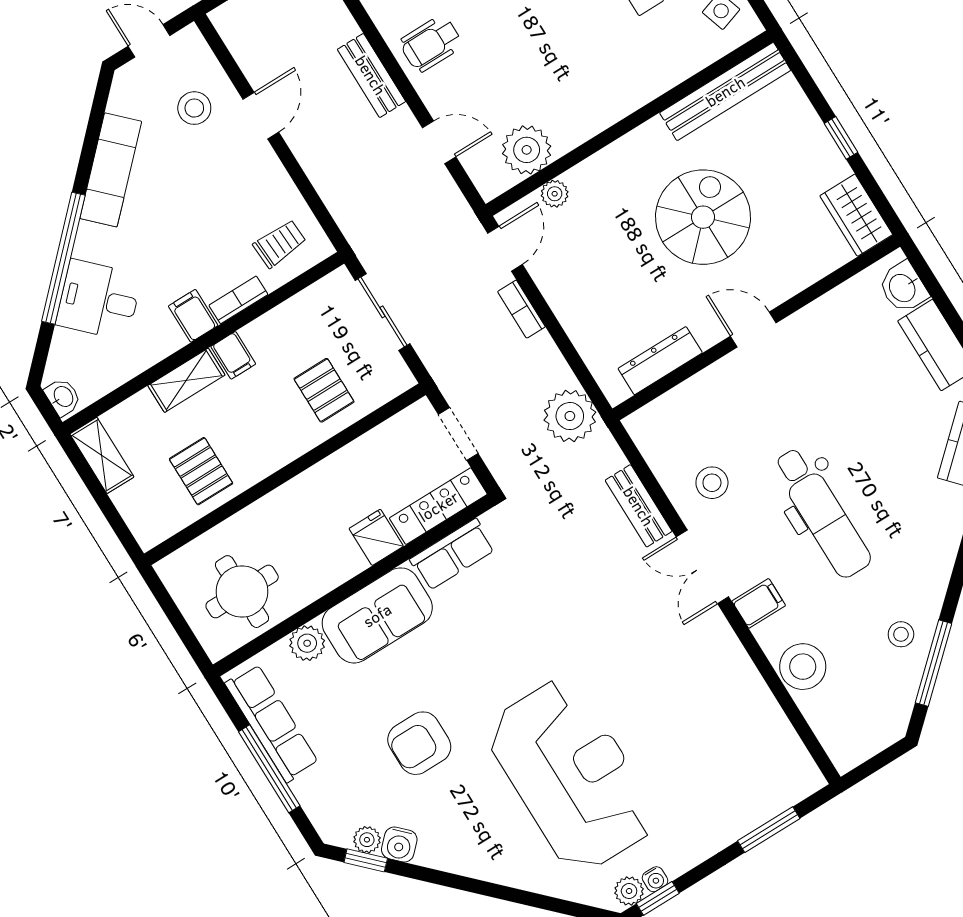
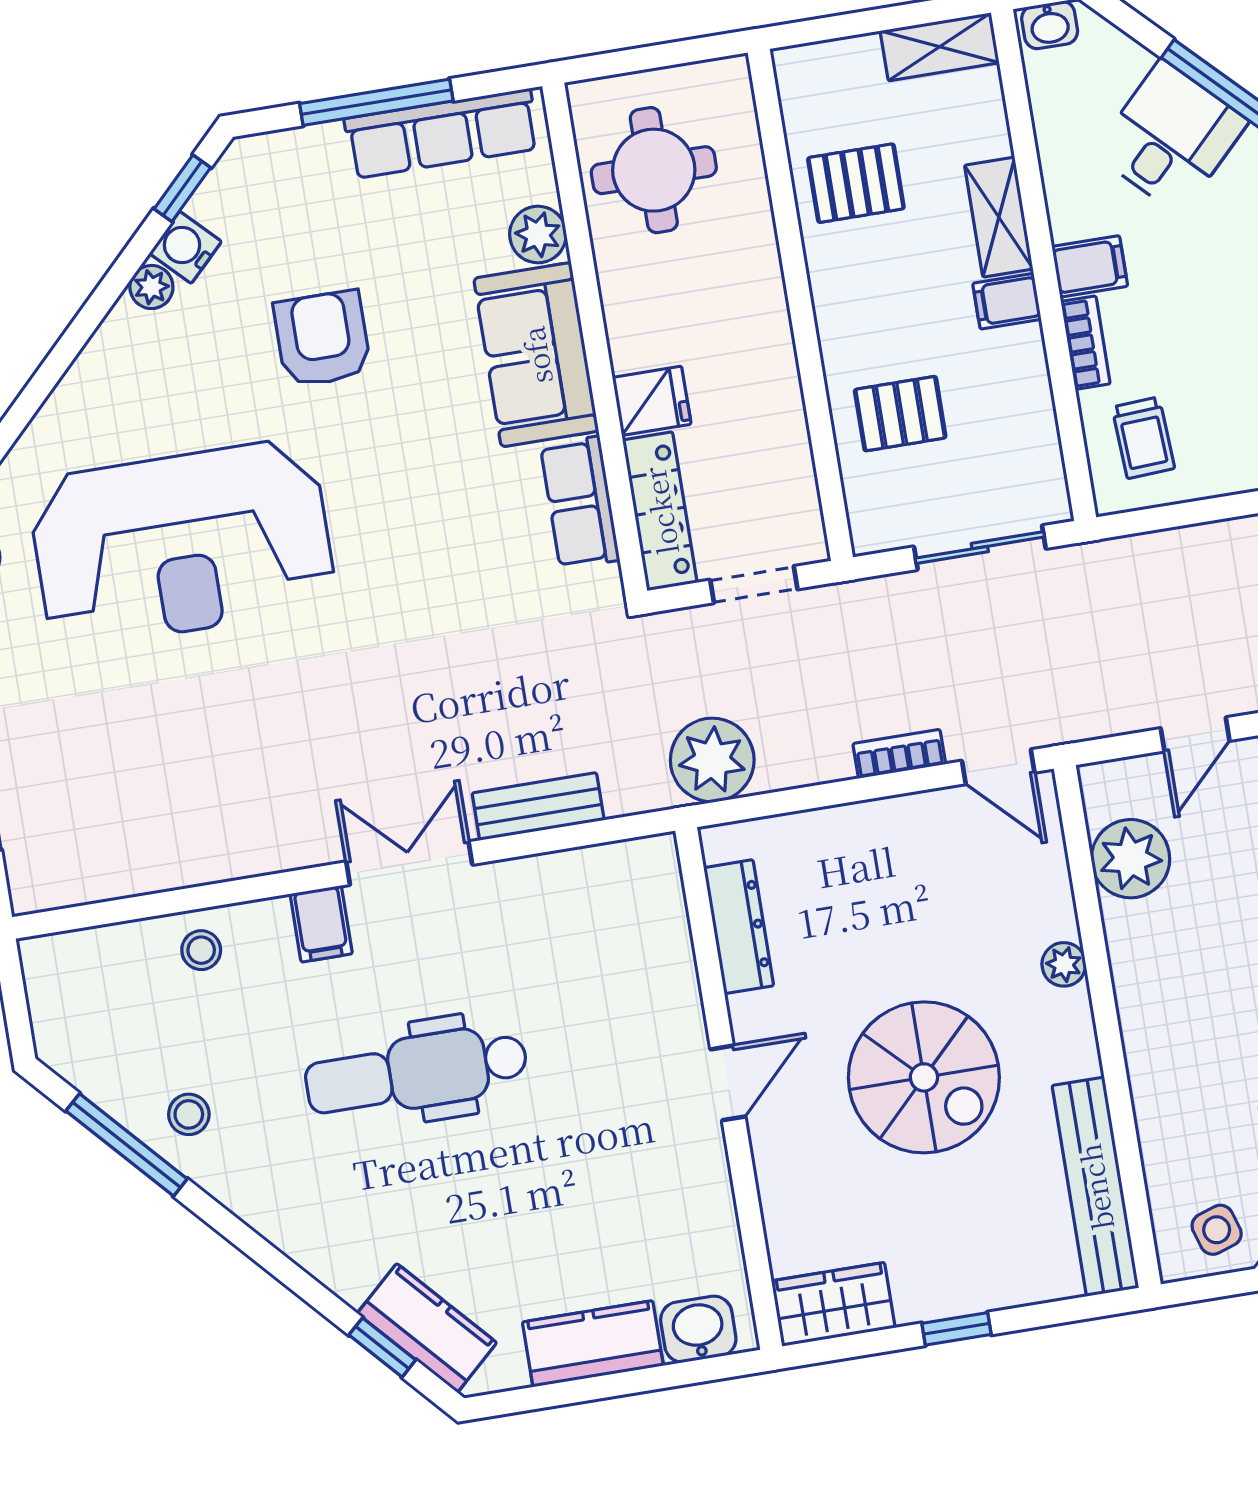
plant: (555, 194) -> (1064, 964), moved
stool: (712, 483) -> (527, 929), removed
stool: (803, 667) -> (201, 950), width x0.53, depth x0.53
plant: (367, 840) -> (151, 287), moved

